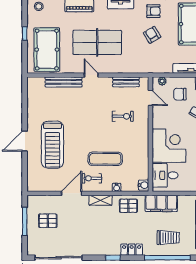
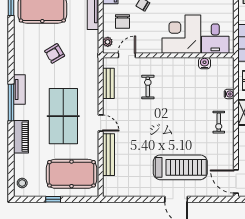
armchair: (153, 11) -> (27, 52), removed
door: (91, 75) -> (101, 123), swing flipped
exercise mat: (105, 159) -> (196, 107), removed
water cooler: (144, 185) -> (205, 63), moved
door: (72, 193) -> (236, 182), moved

